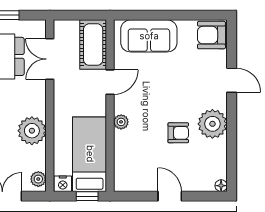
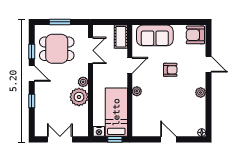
cot: (93, 45) -> (121, 37), width x0.73, depth x0.75
double door: (50, 59) -> (90, 50), swing flipped
plant: (212, 124) -> (201, 92), width x0.53, depth x0.53
armchair: (178, 133) -> (170, 70), moved
plant: (38, 179) -> (83, 82), moved

